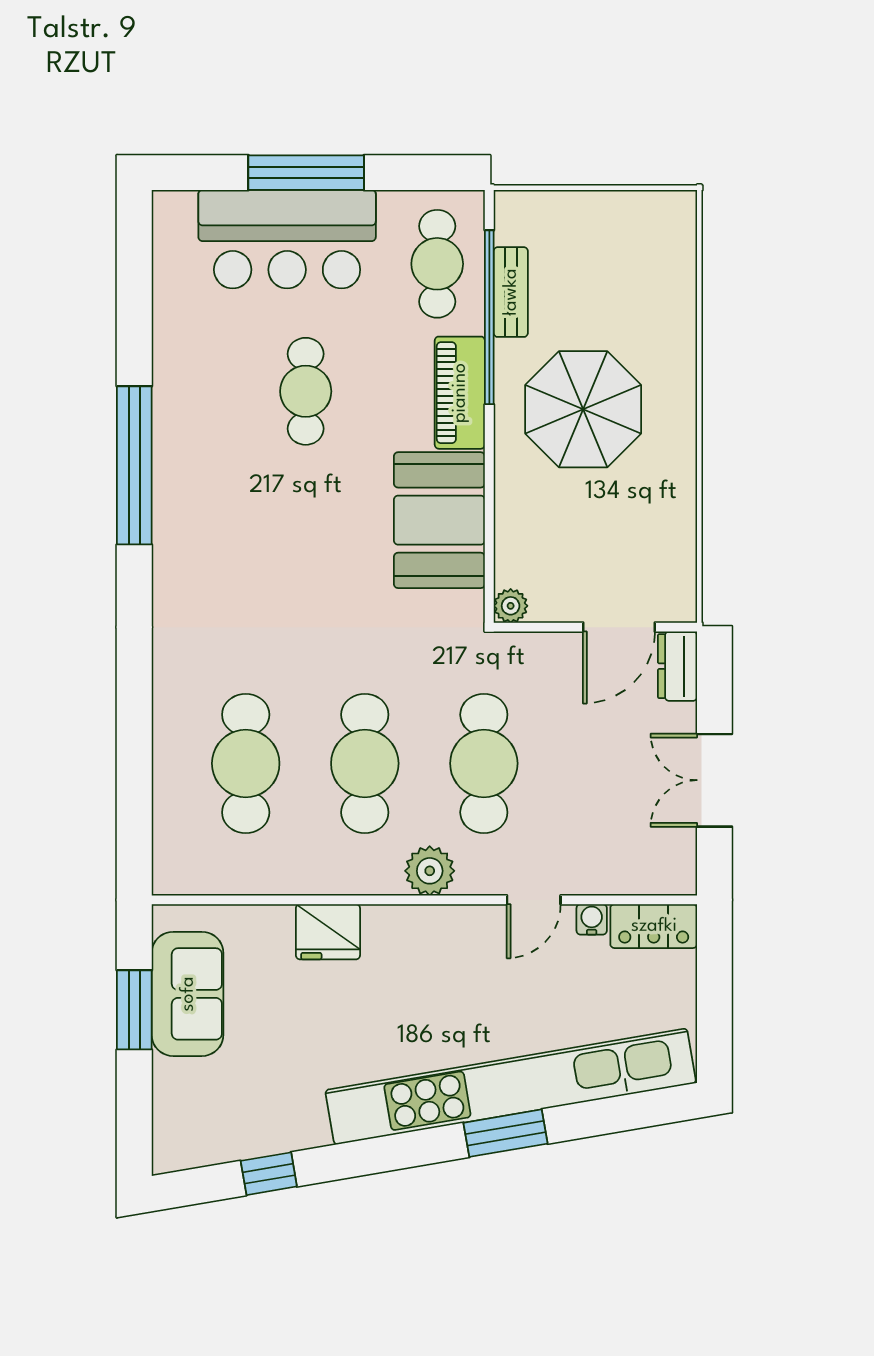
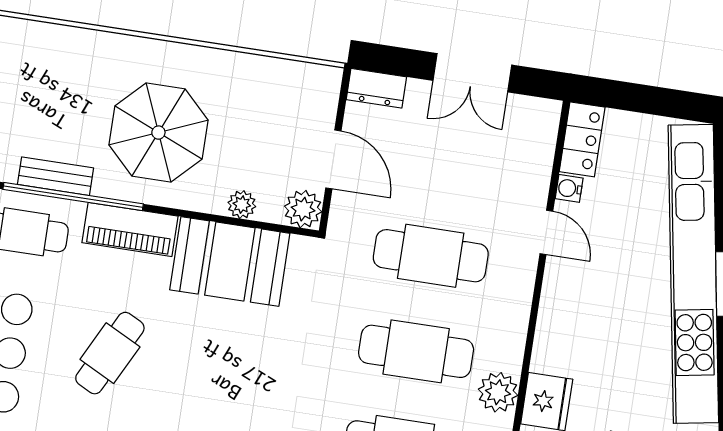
cafe table: (306, 391) -> (110, 353), turned -63
plant: (511, 524) -> (242, 205), added
plant: (511, 606) -> (303, 209), width x1.38, depth x1.38
door: (619, 627) -> (333, 159), moved
plant: (430, 871) -> (498, 392), moved

